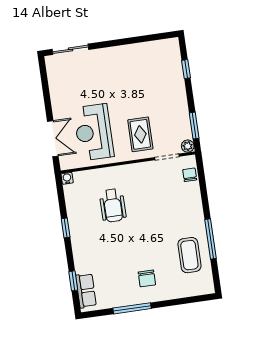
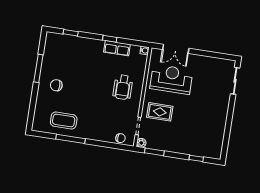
wheelchair: (113, 205) -> (123, 87), moved, turned -90
row of seats: (86, 291) -> (117, 48), moved

